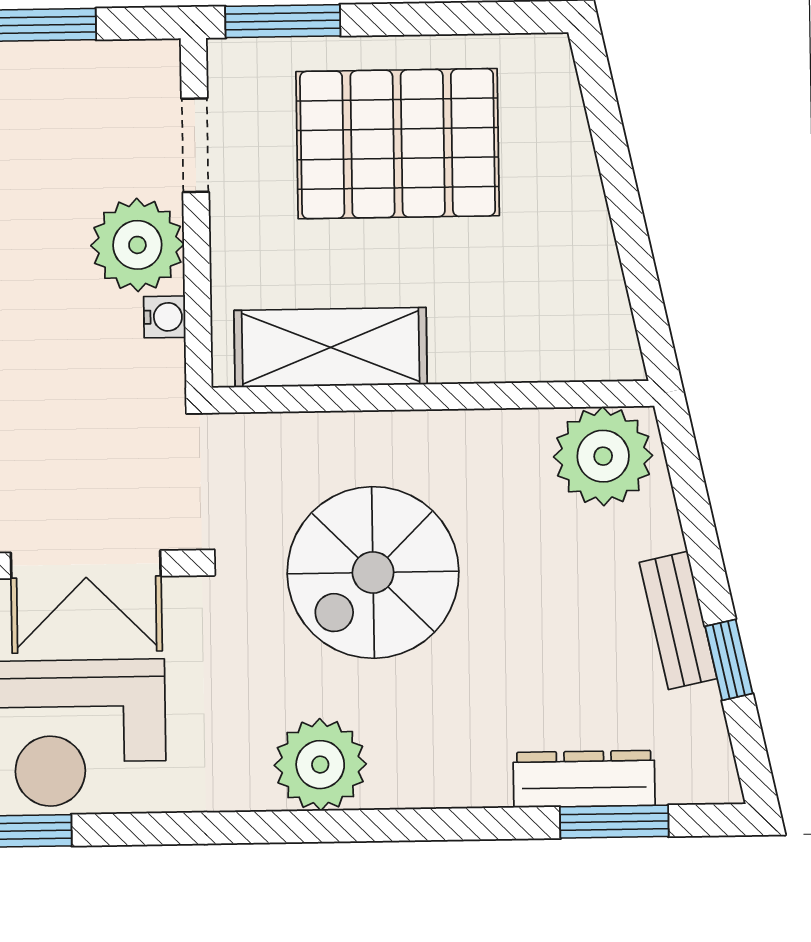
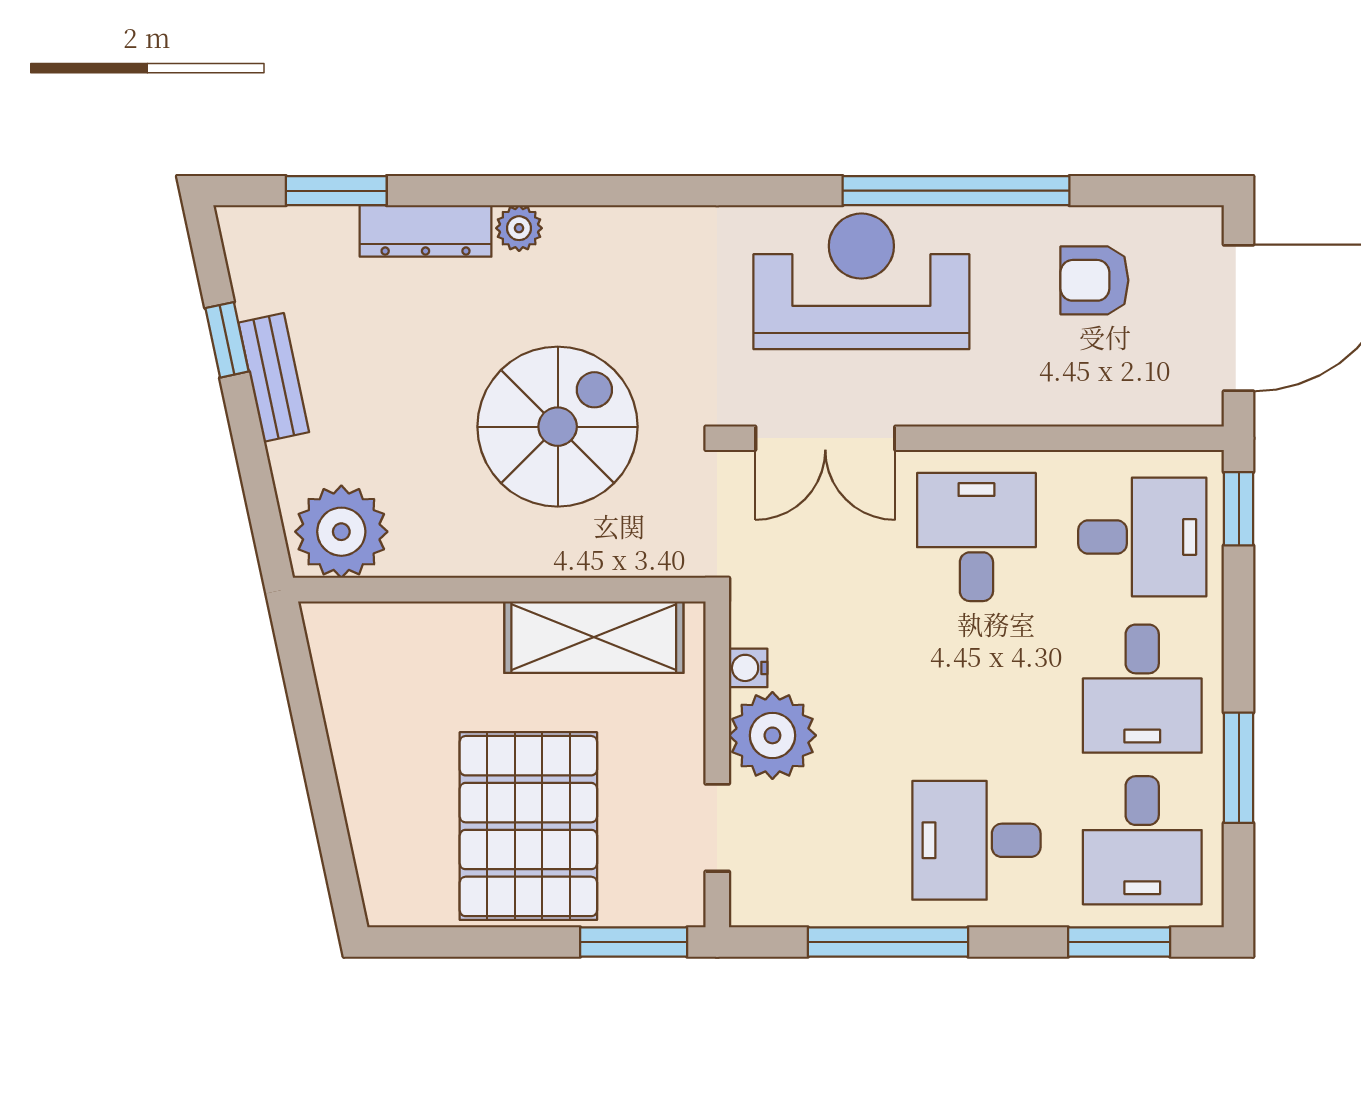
pallet: (398, 144) -> (528, 826), turned 90
double door: (86, 565) -> (825, 438), swing flipped
plant: (320, 765) -> (519, 228), moved, width x0.53, depth x0.53
dresser: (584, 779) -> (426, 231), moved

